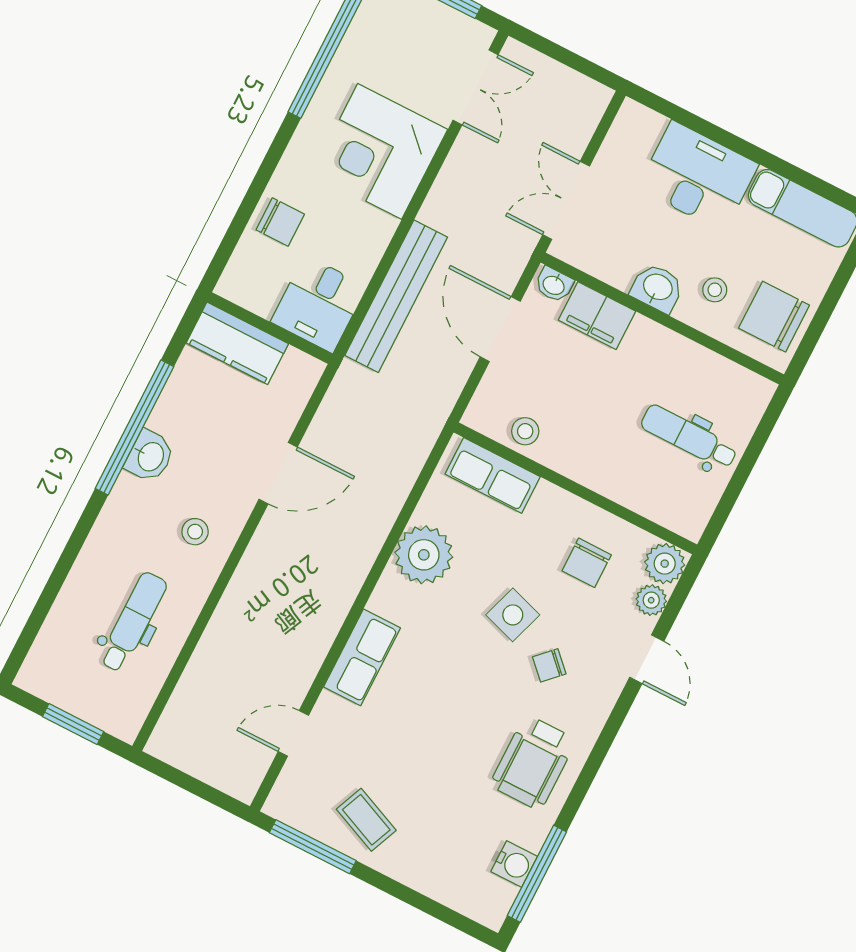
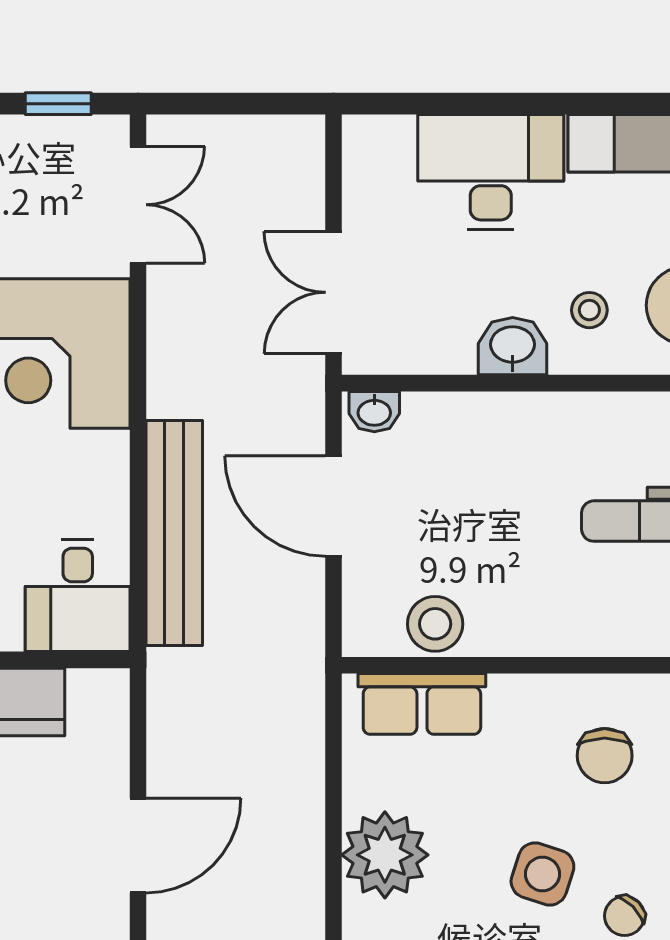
filing cabinet: (597, 316) -> (452, 423), removed
stool: (525, 431) -> (435, 624), width x1.37, depth x1.37

